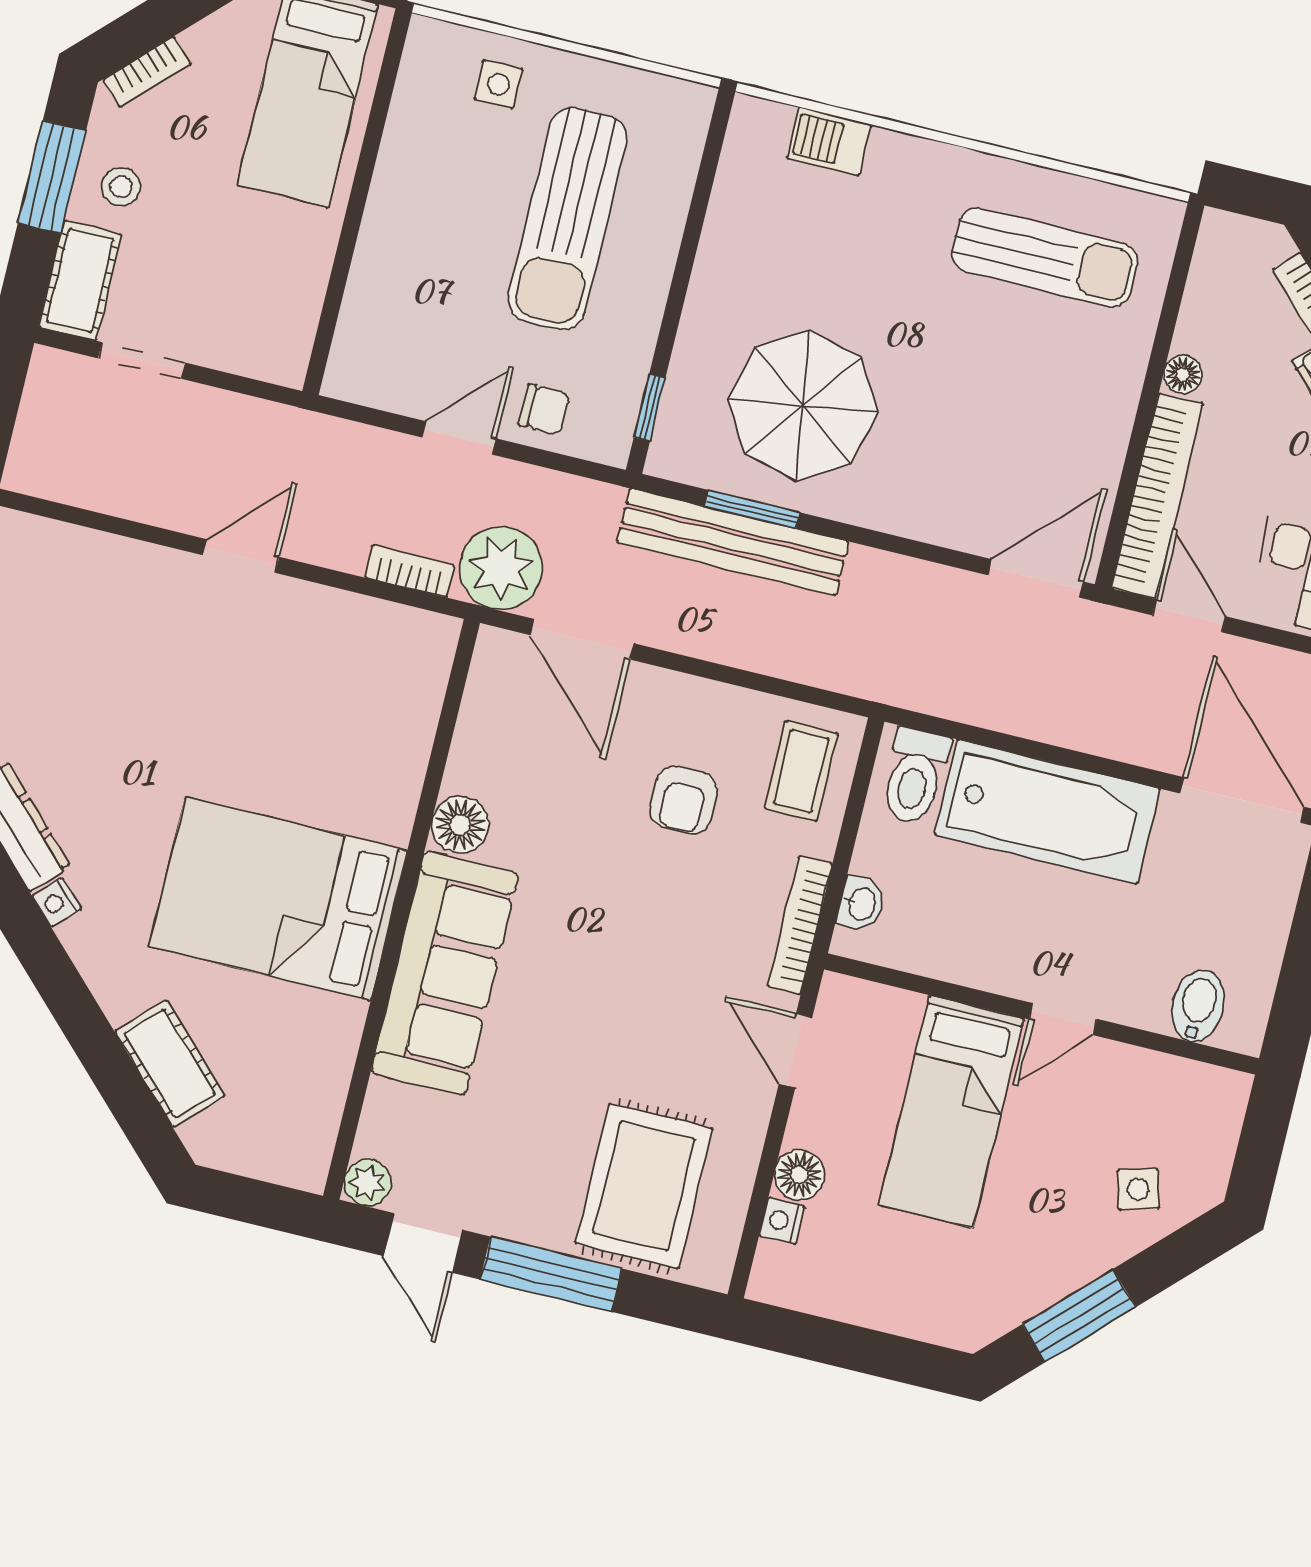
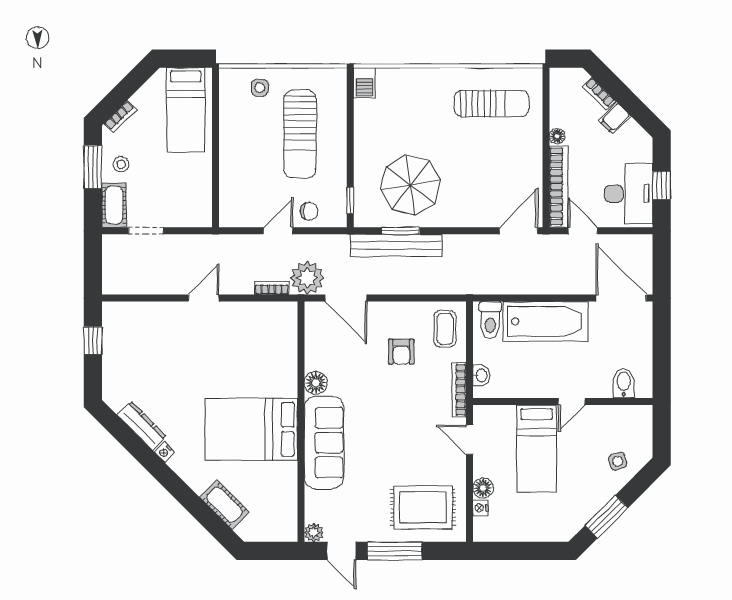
barbecue: (829, 141) -> (364, 83), moved, turned -90
rug: (644, 1186) -> (423, 507), turned 90

